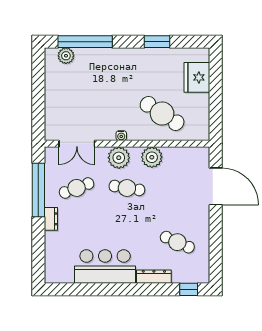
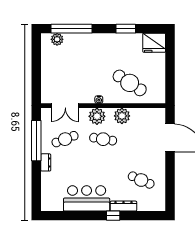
fridge: (197, 77) -> (154, 43), moved, turned -90
window: (189, 289) -> (113, 216), moved

